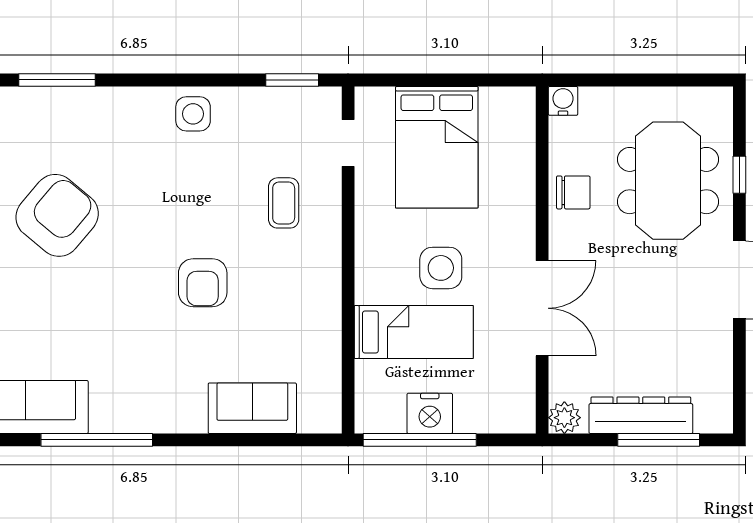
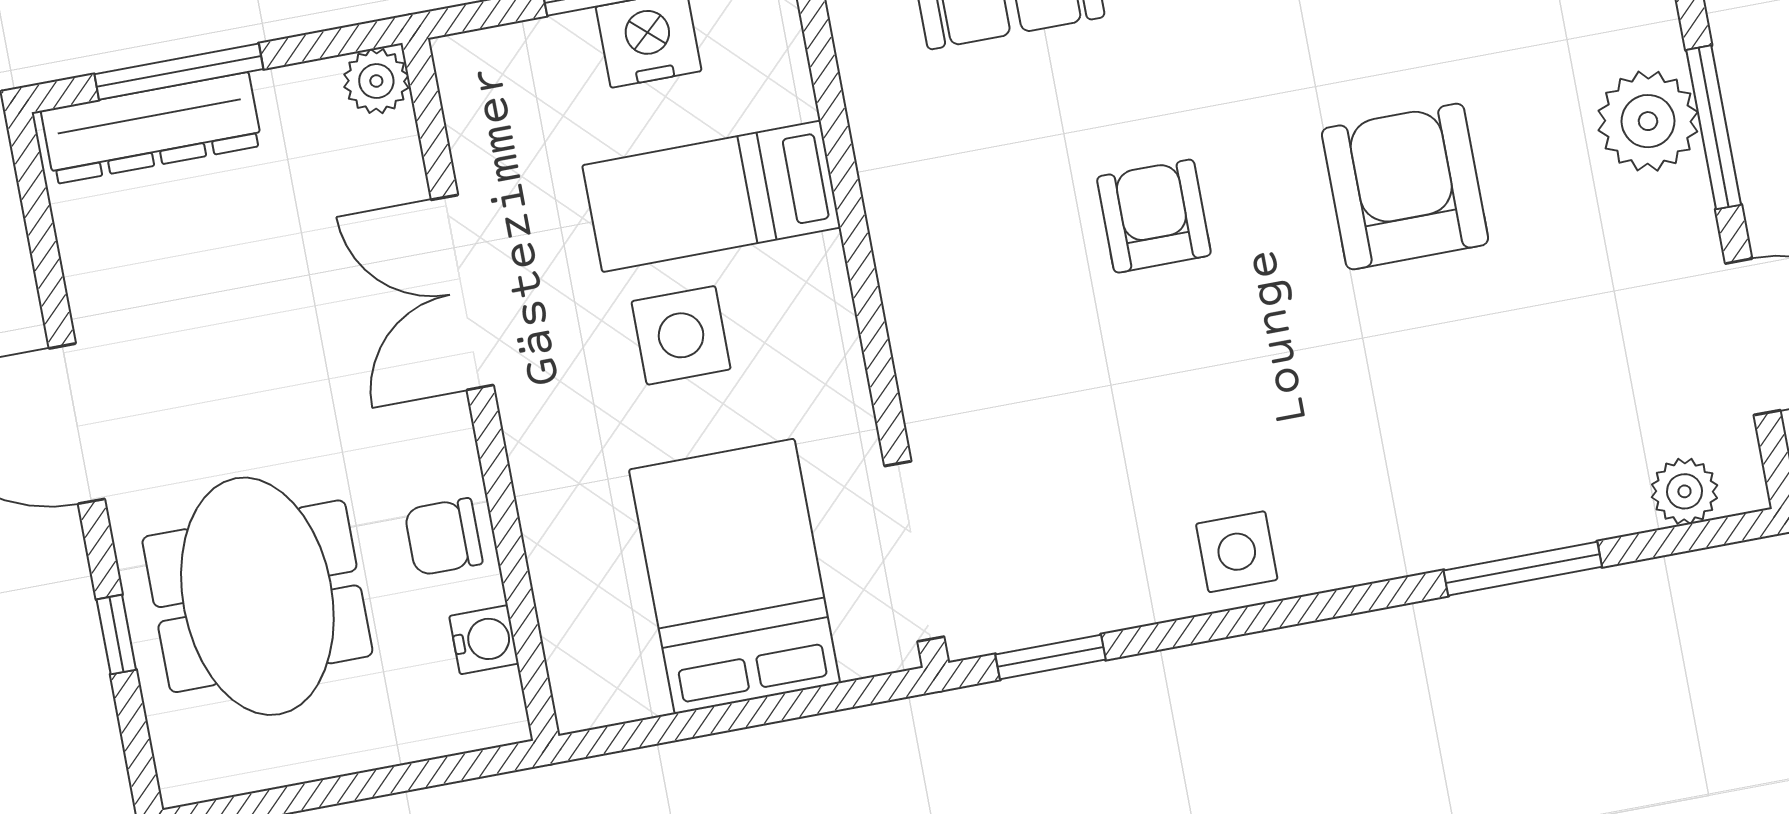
water cooler: (563, 101) -> (484, 640), moved, turned -90
doorway: (348, 143) -> (914, 551), width x1.88
coffee table: (284, 203) -> (1021, 407), removed
armchair: (57, 215) -> (1405, 186), moved, turned 140
dresser: (641, 415) -> (151, 128), moved

